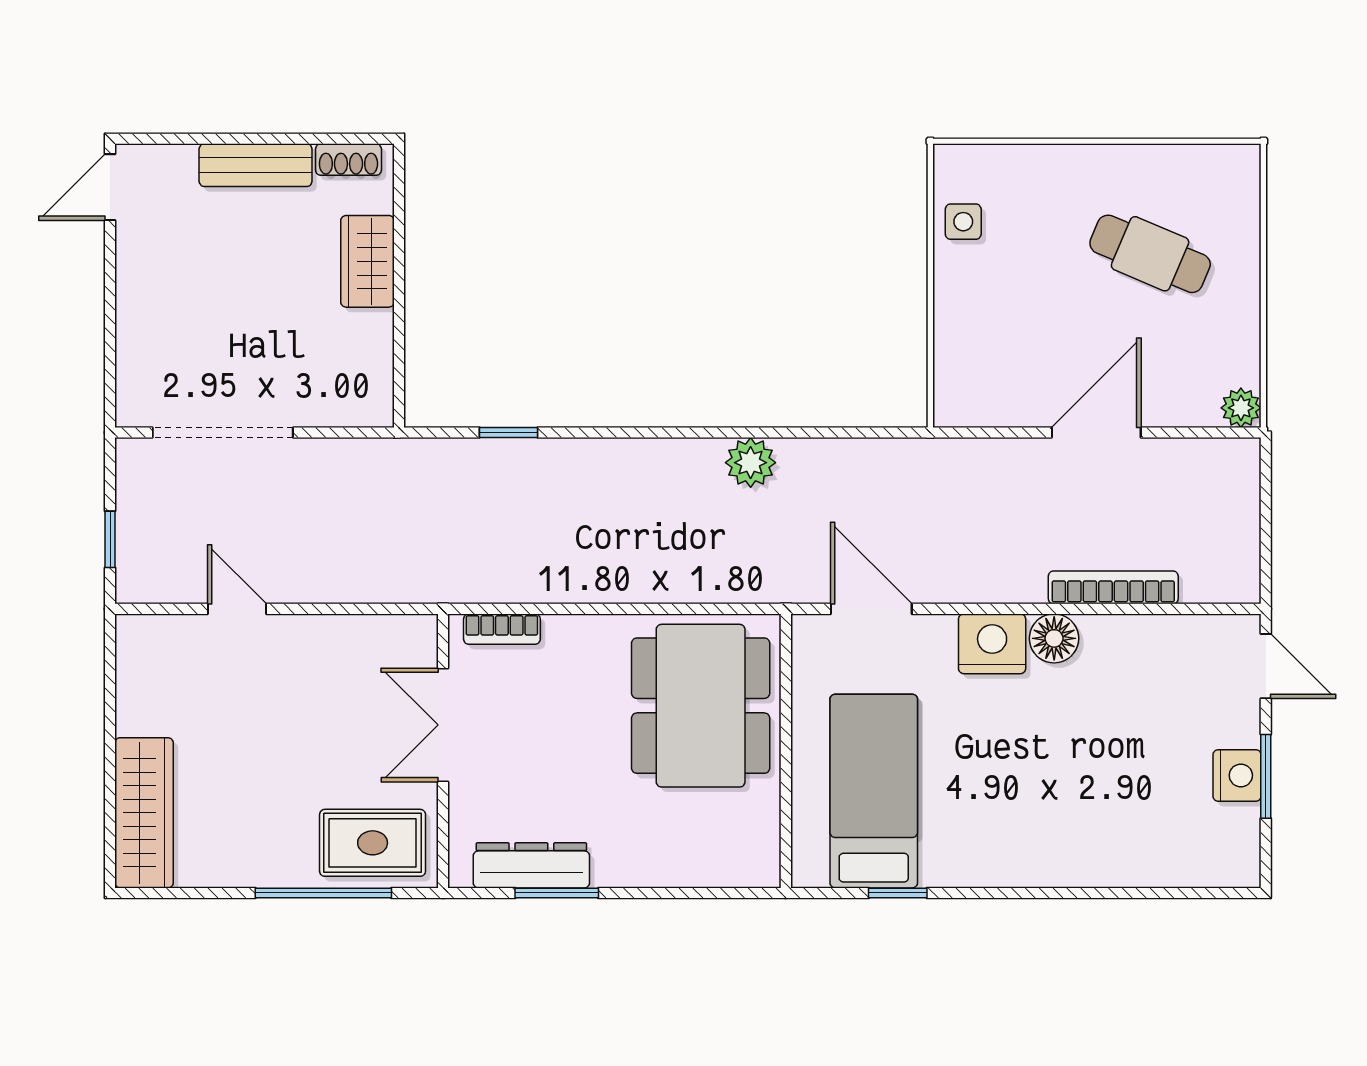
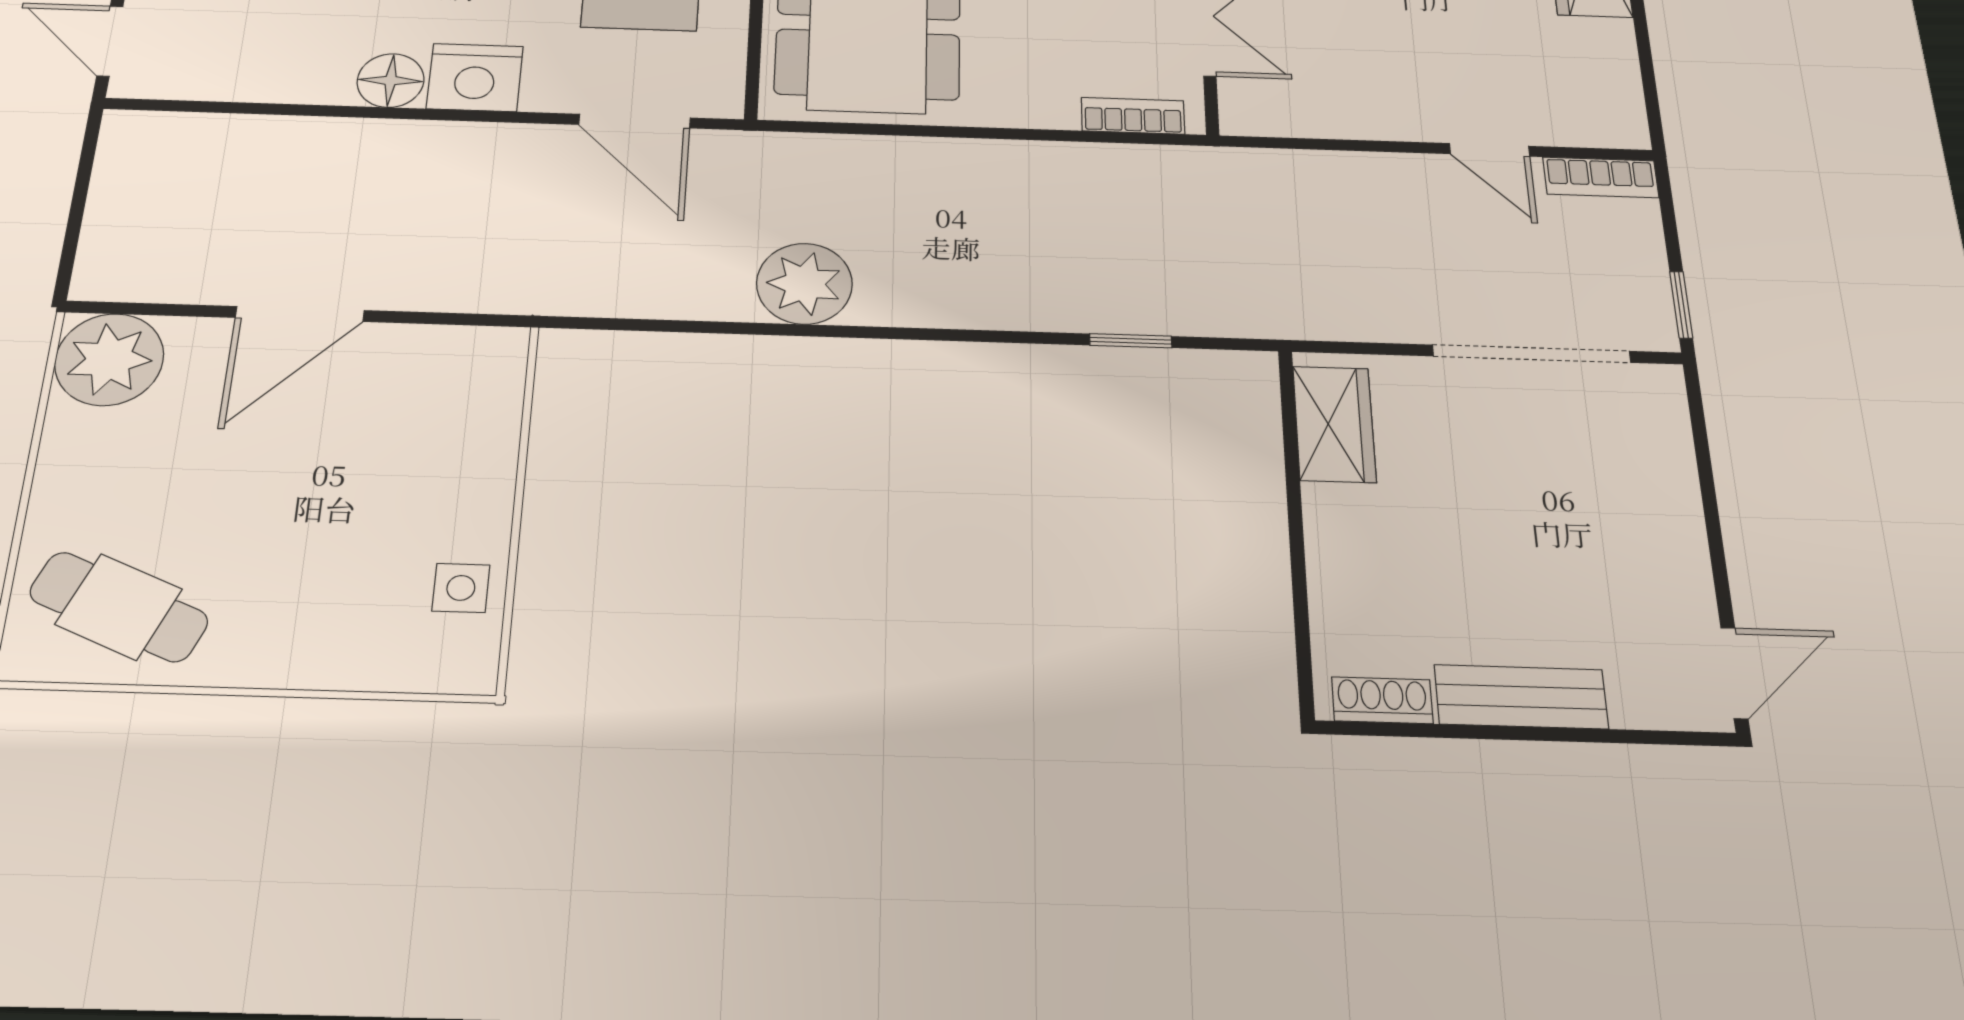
cafe table: (1150, 254) -> (119, 607), moved
wardrobe: (367, 261) -> (1334, 424), moved
plant: (1241, 408) -> (109, 359), width x1.87, depth x1.87
plant: (751, 463) -> (804, 284), width x1.36, depth x1.36
window: (110, 539) -> (1681, 305), moved
bookcase: (1113, 587) -> (1601, 177), moved, width x0.64

